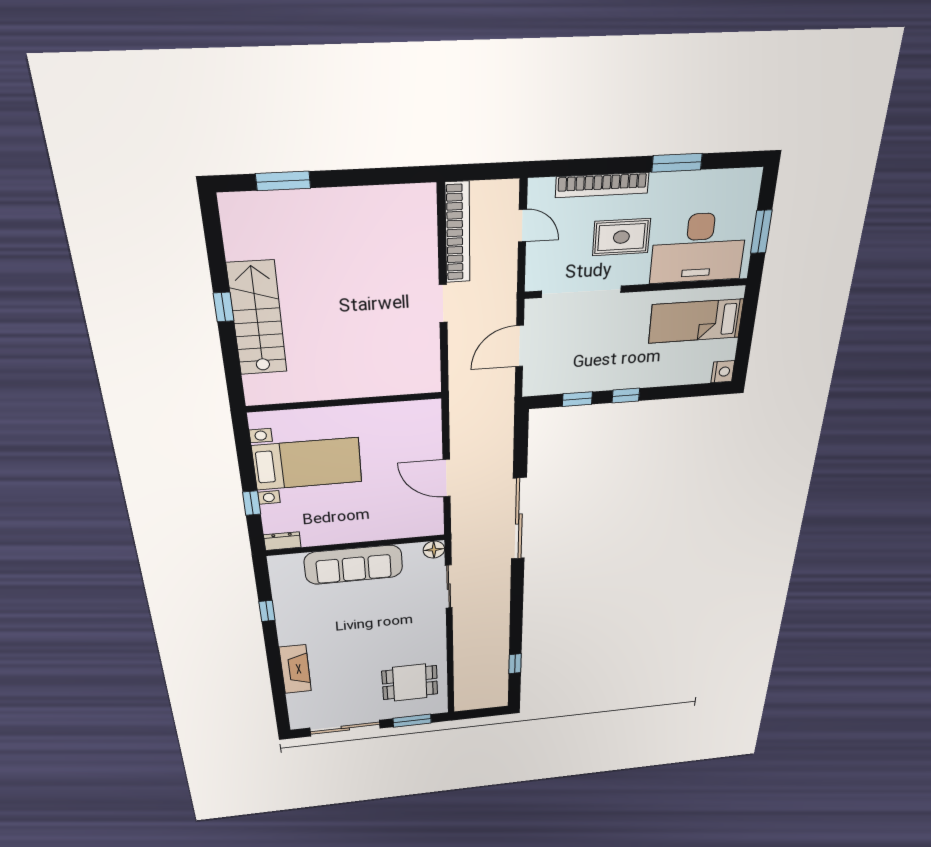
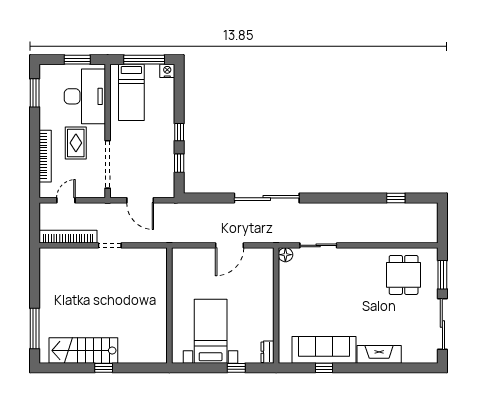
window: (677, 163) -> (35, 93), moved
window: (283, 181) -> (35, 328), width x1.44
stairs: (257, 319) -> (83, 351), moved
window: (745, 337) -> (144, 60), added
sofa: (354, 565) -> (324, 350), moved, turned -90

